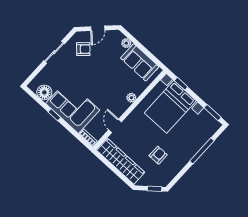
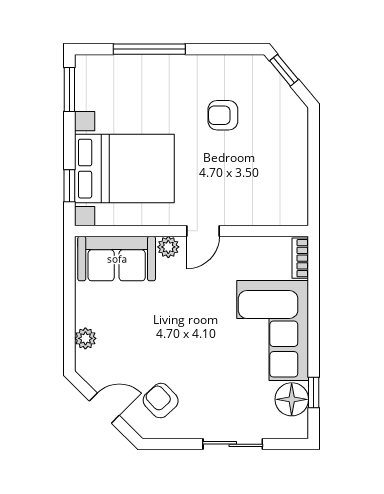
sliding door: (54, 52) -> (233, 444), moved
sofa: (140, 62) -> (117, 259), moved, turned 90
window: (54, 115) -> (314, 392), moved
door: (115, 126) -> (203, 231), moved
wardrobe: (121, 161) -> (290, 168), removed

